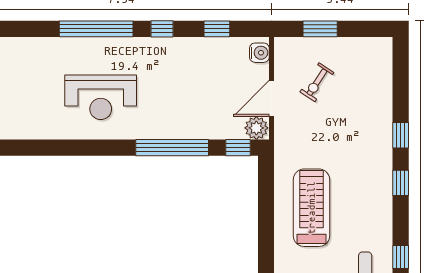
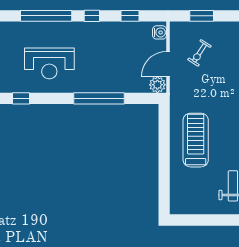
window: (238, 148) -> (21, 98), moved

